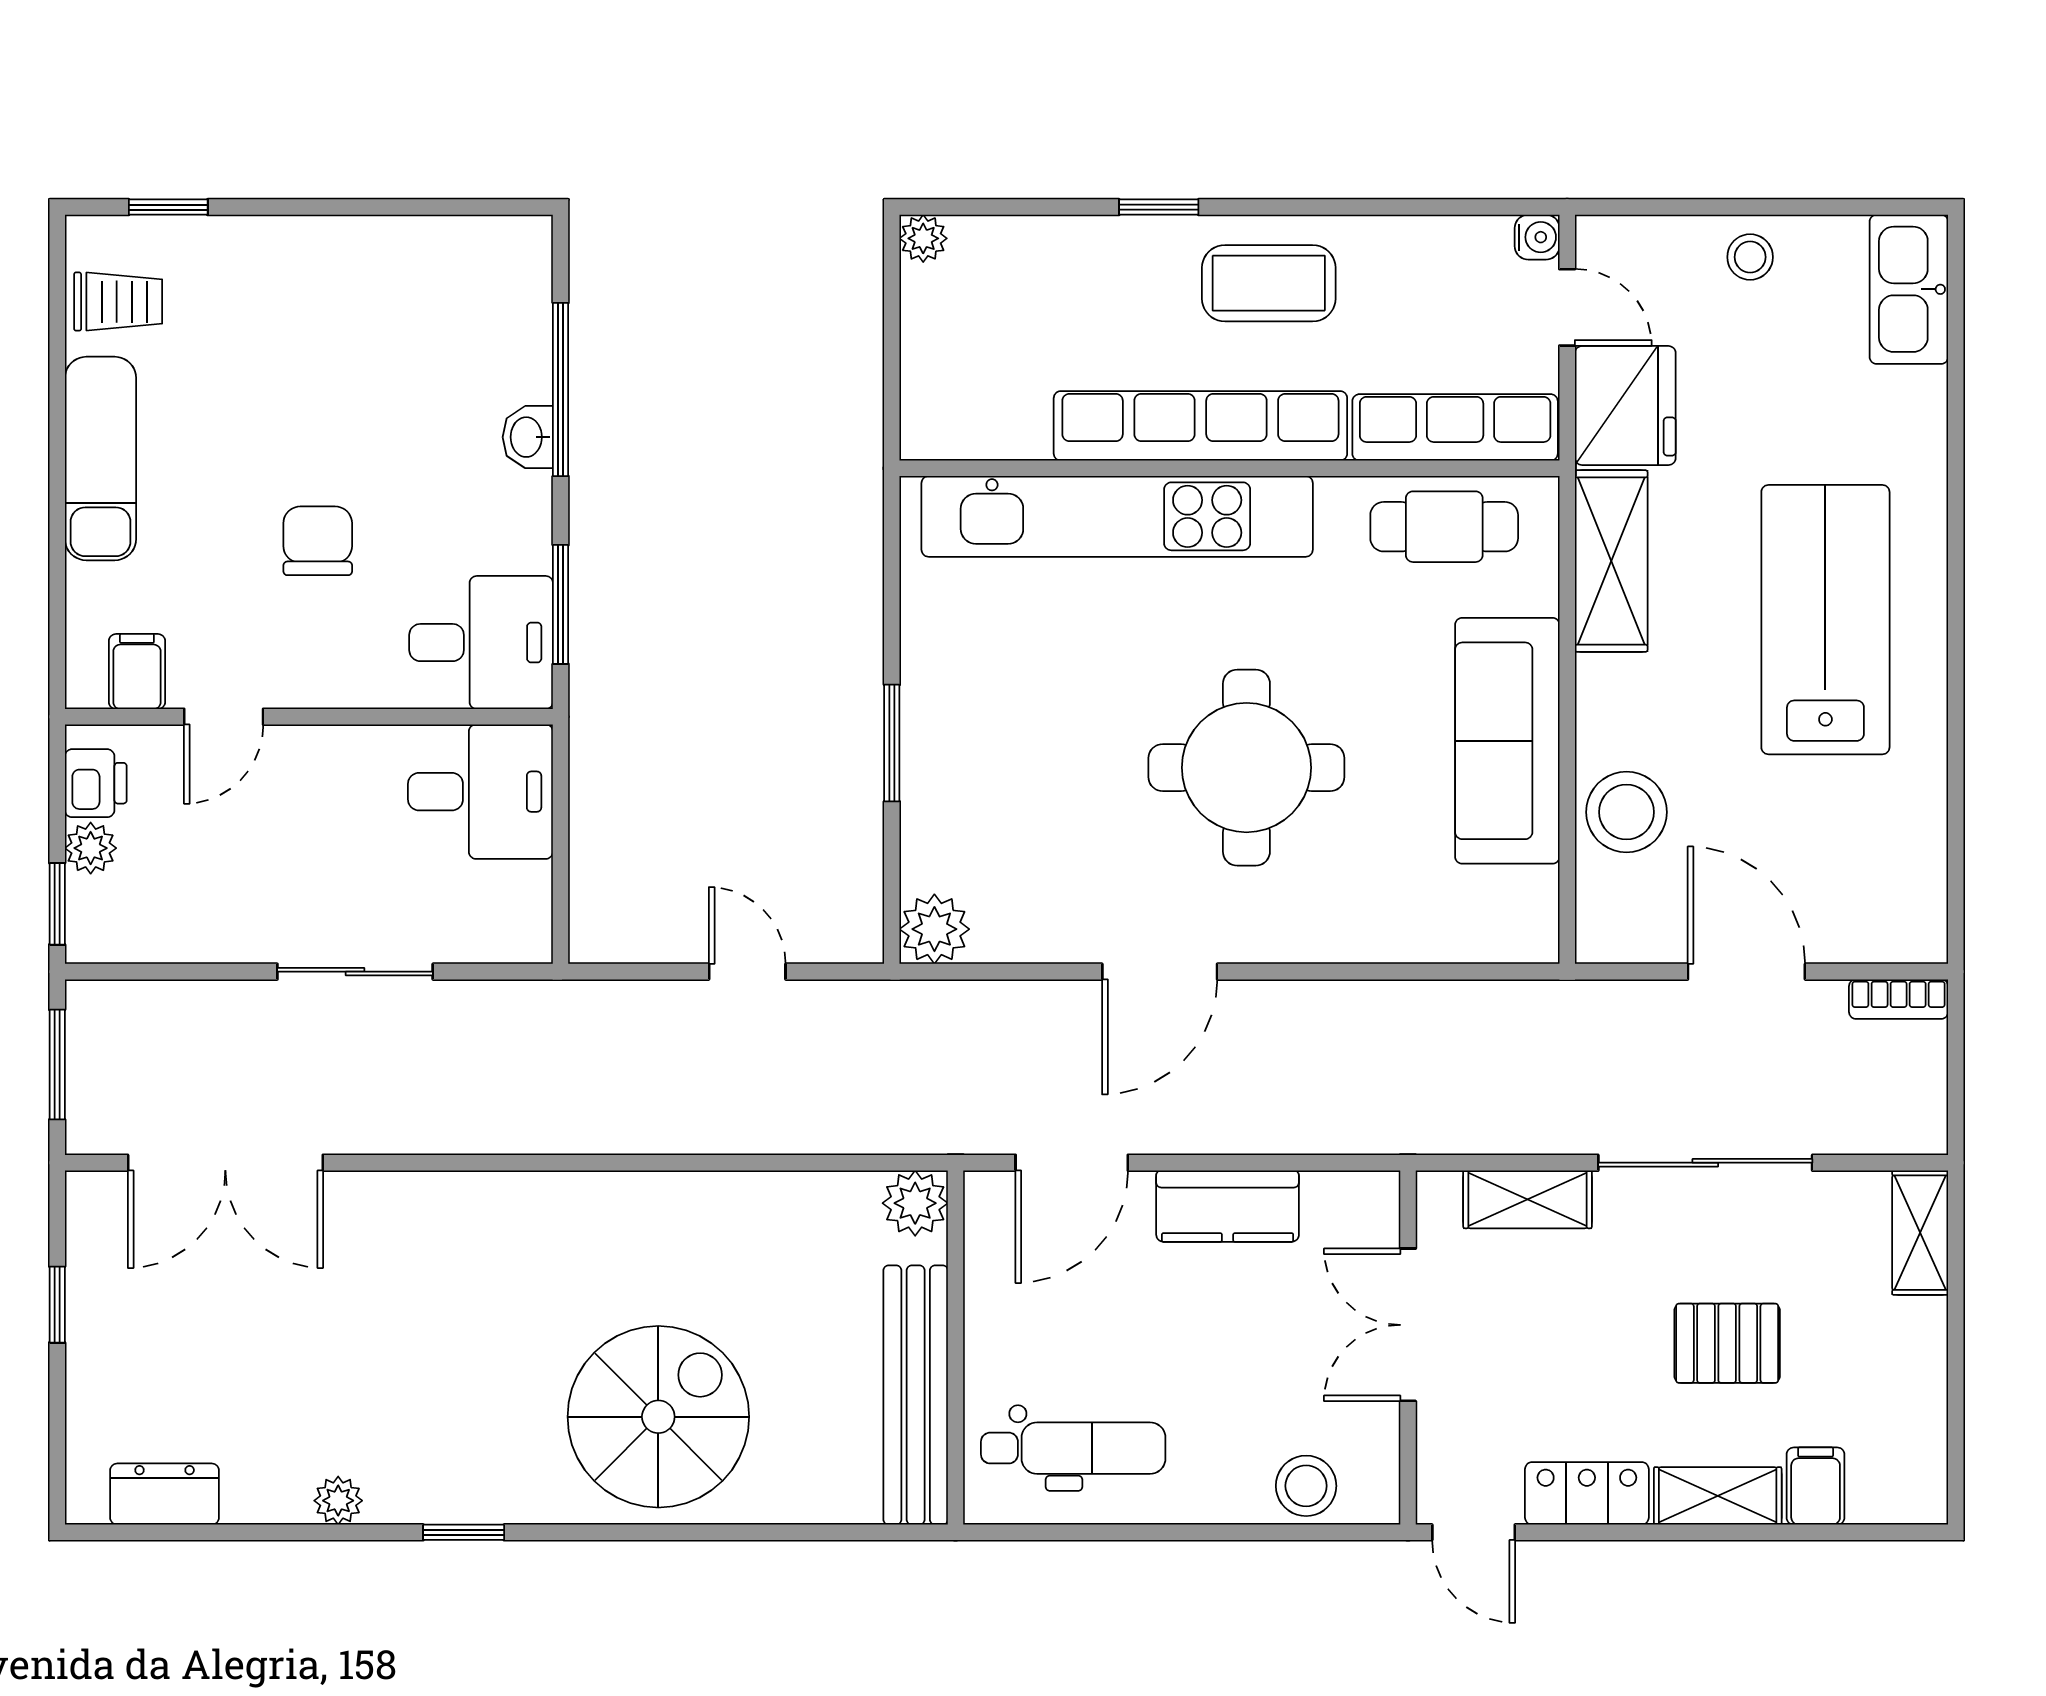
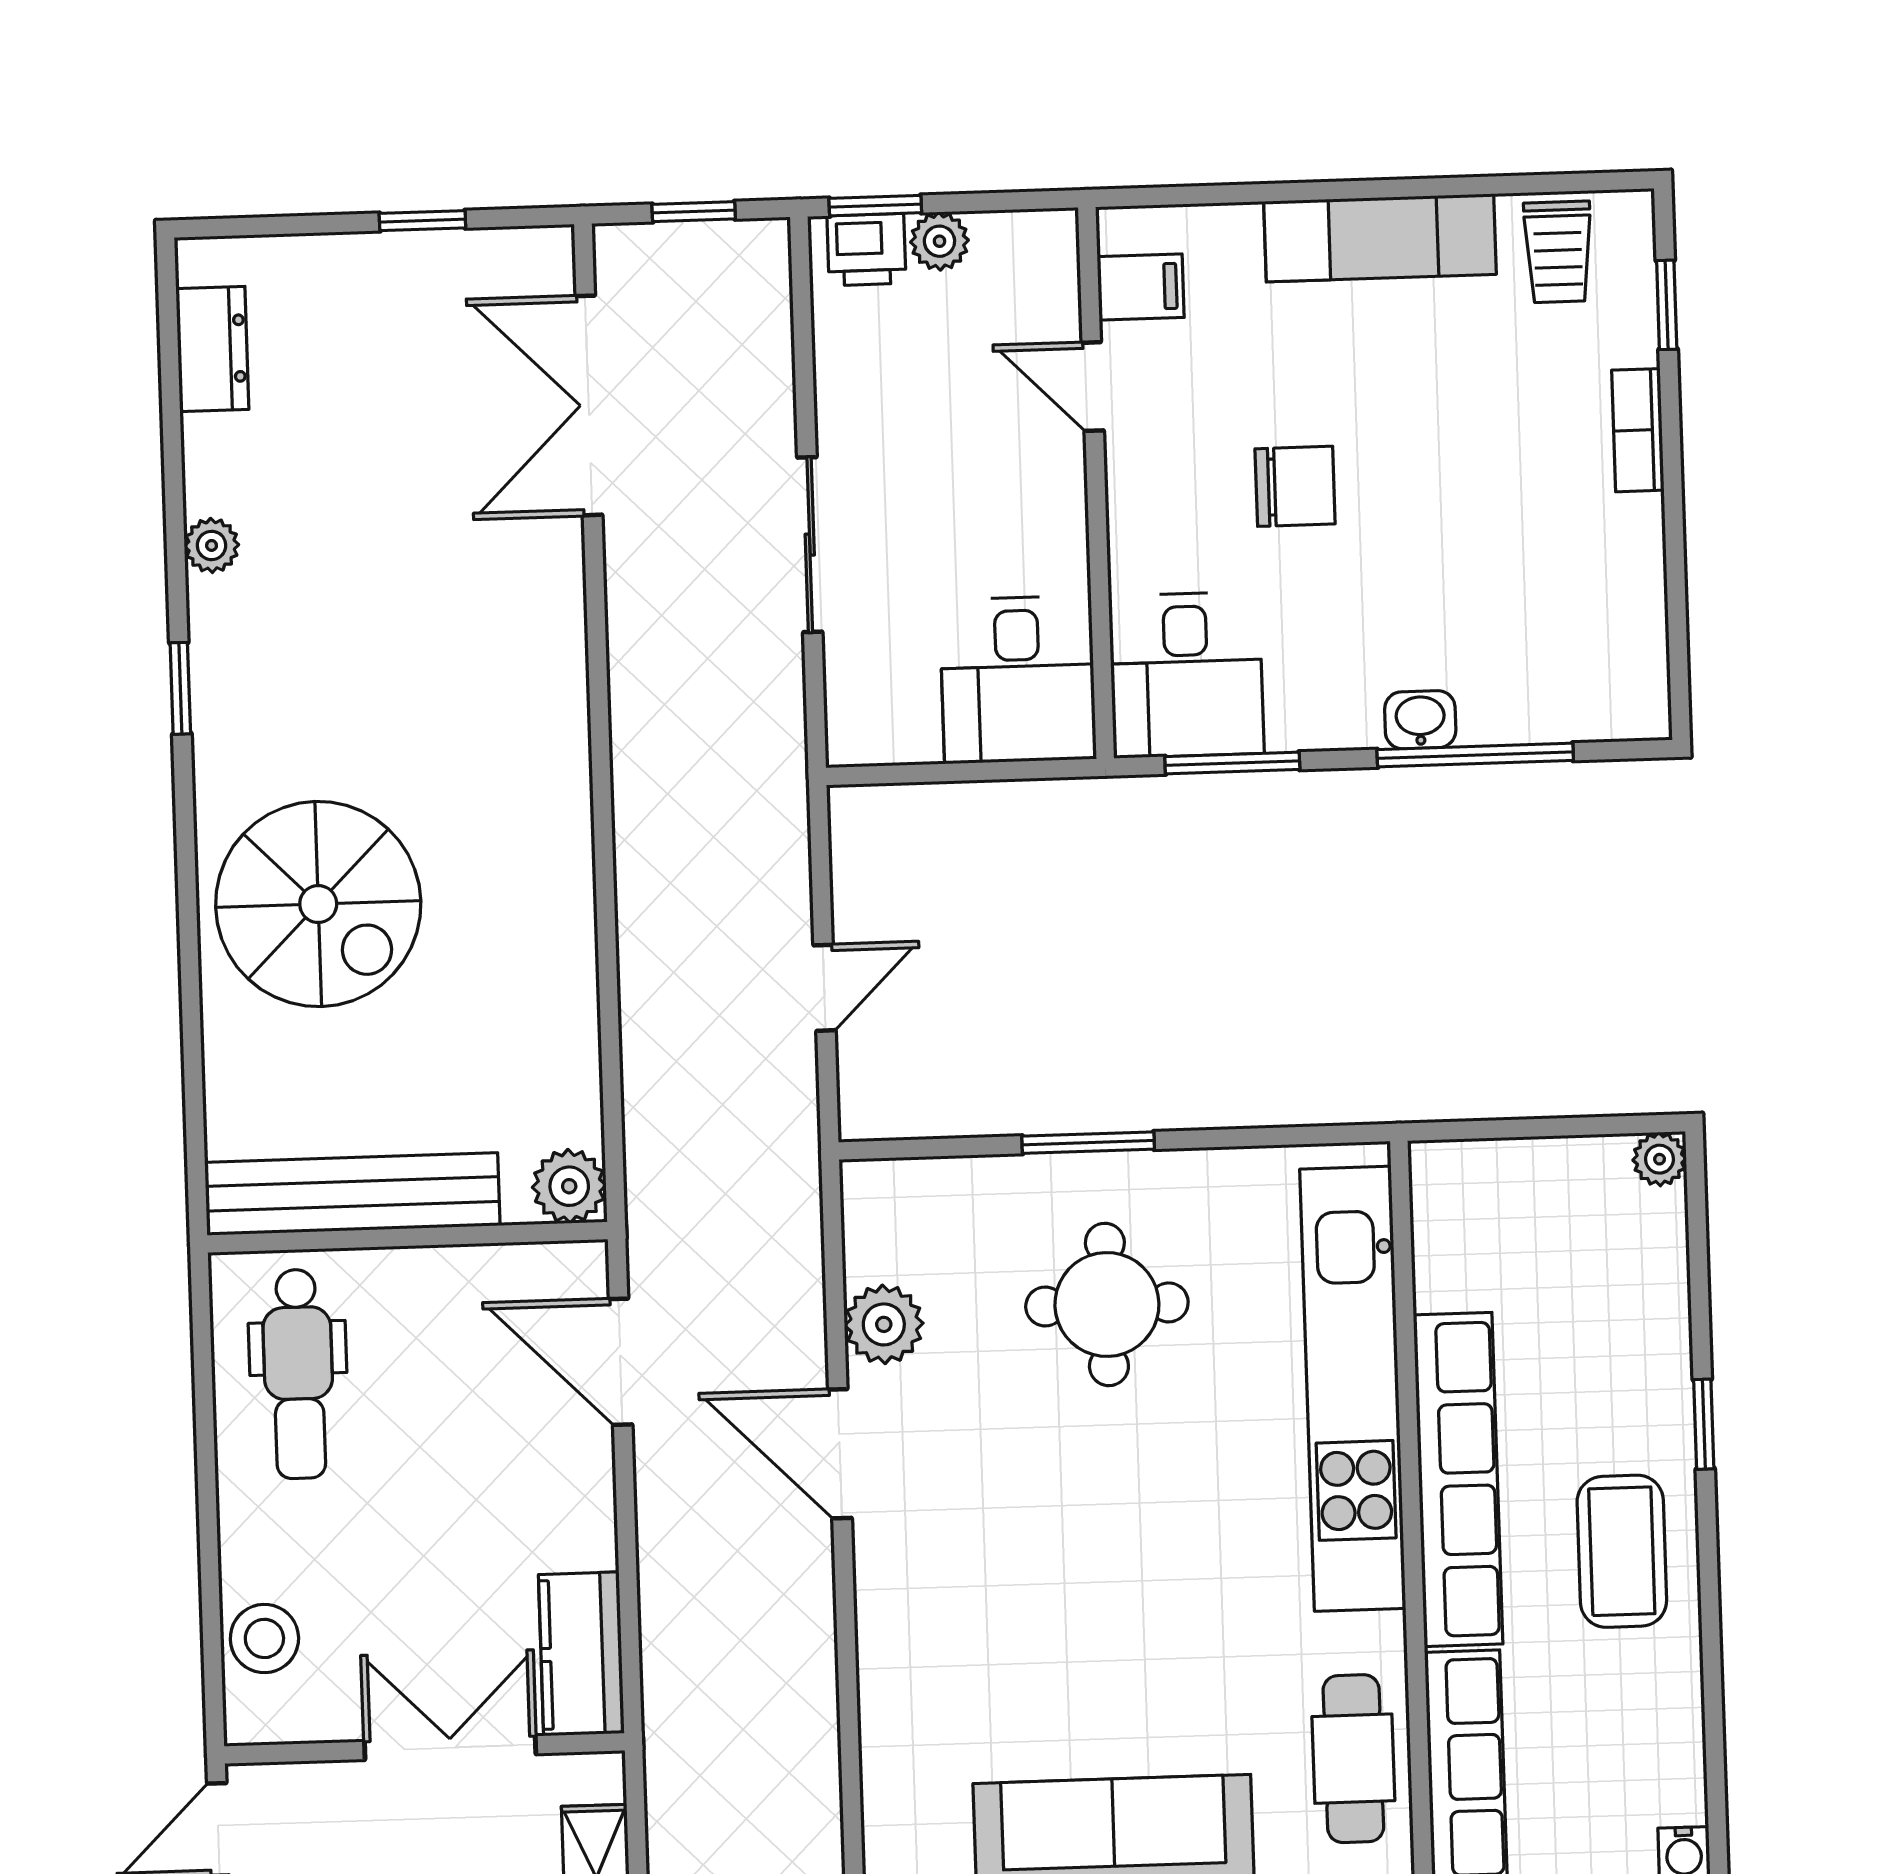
bookcase: (278, 236) -> (1638, 430), added
round table: (1246, 768) -> (1107, 1304), moved, width x0.73, depth x0.73
printer: (96, 783) -> (866, 250), moved
plant: (934, 929) -> (884, 1324), moved
window: (57, 1065) -> (694, 212), width x0.67
kitchen counter: (1228, 1206) -> (581, 1654), moved

